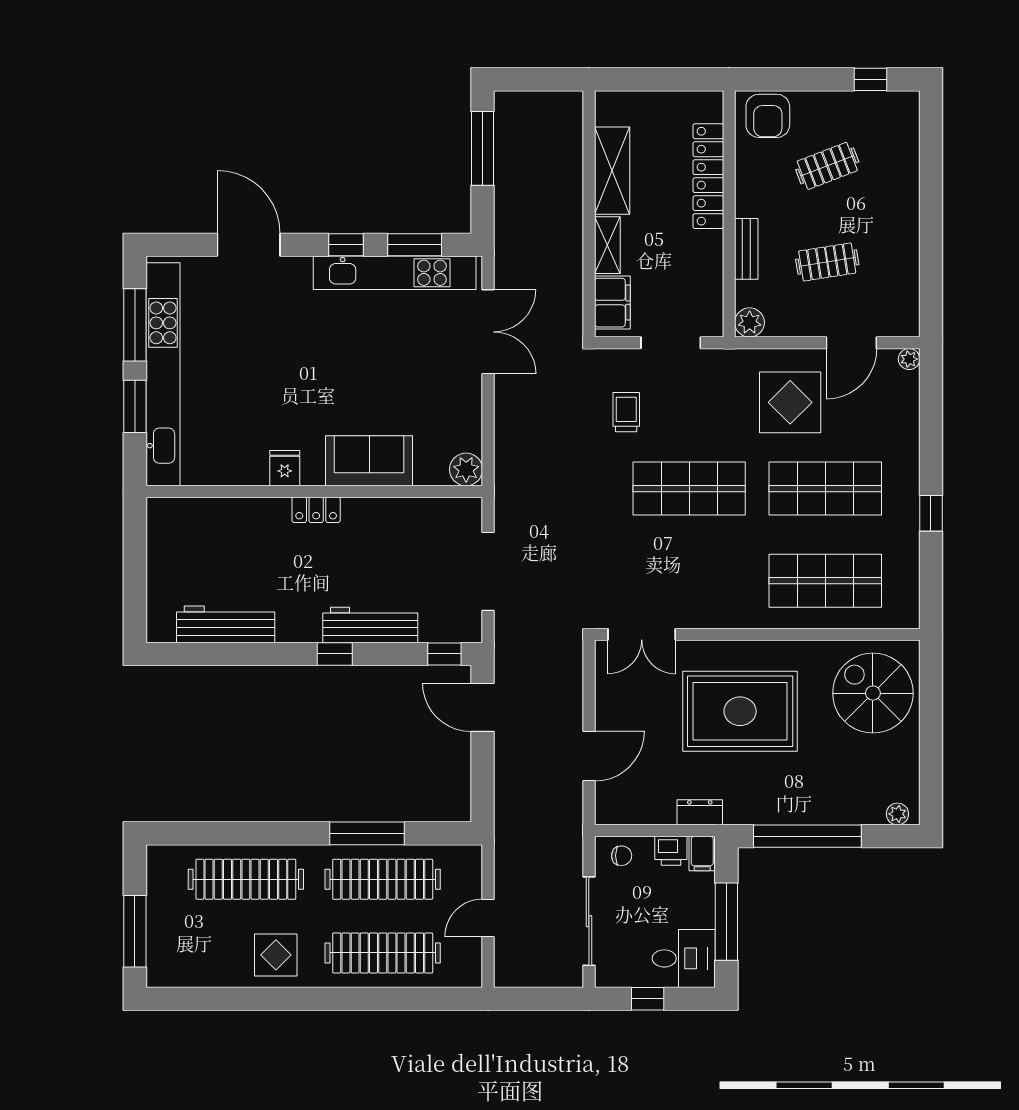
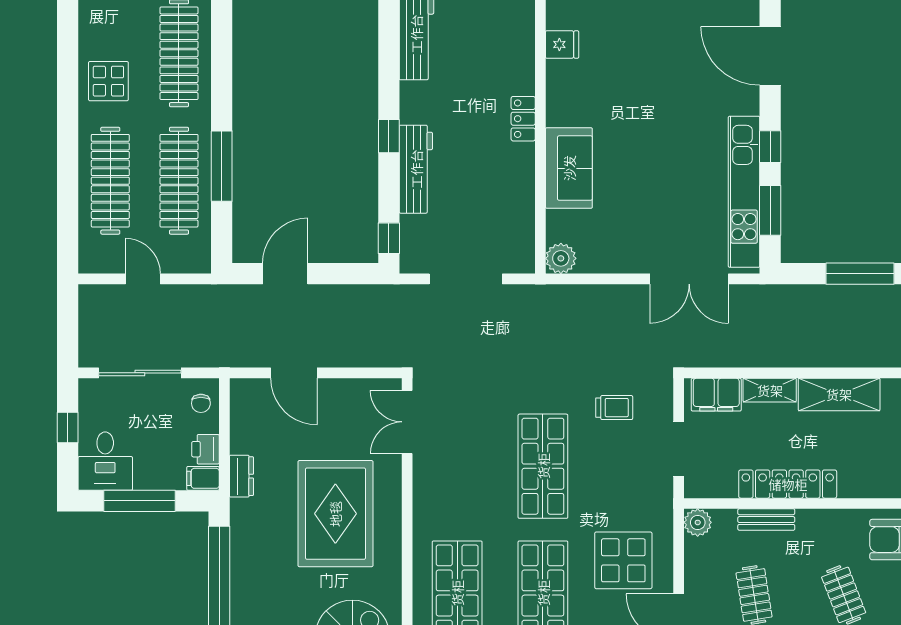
locker: (708, 176) -> (788, 484), moved
door: (249, 245) -> (770, 56), swing flipped
fridge: (285, 468) -> (562, 44), moved
door: (482, 707) -> (285, 274), moved

